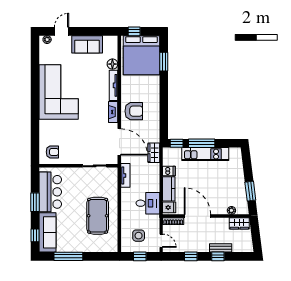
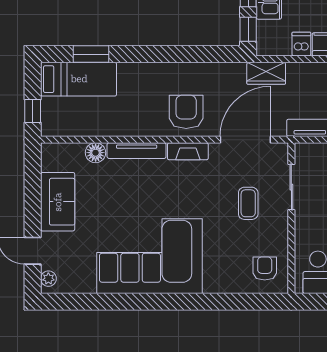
bed: (141, 55) -> (79, 79), width x0.49
coffee table: (86, 143) -> (248, 203), added

